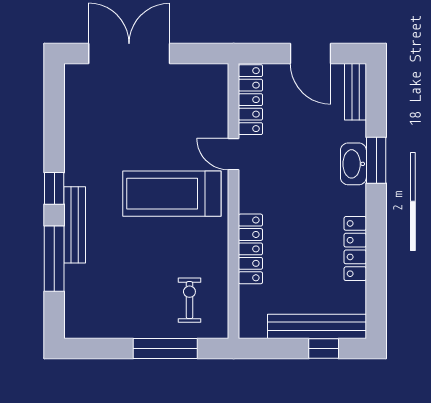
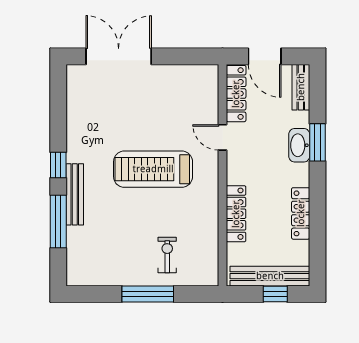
locker: (250, 100) -> (236, 94), moved
door: (234, 154) -> (222, 137), moved
wall: (234, 201) -> (222, 175), moved
locker: (250, 249) -> (236, 214), moved

